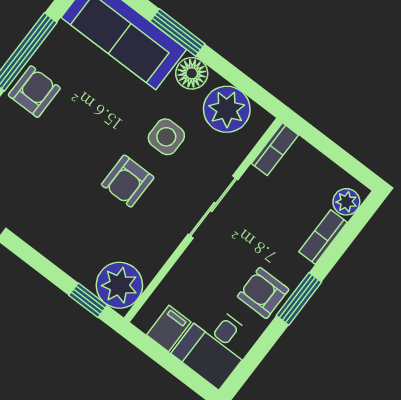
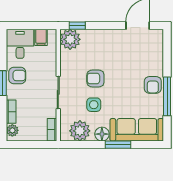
armchair: (128, 181) -> (95, 78), turned -90

